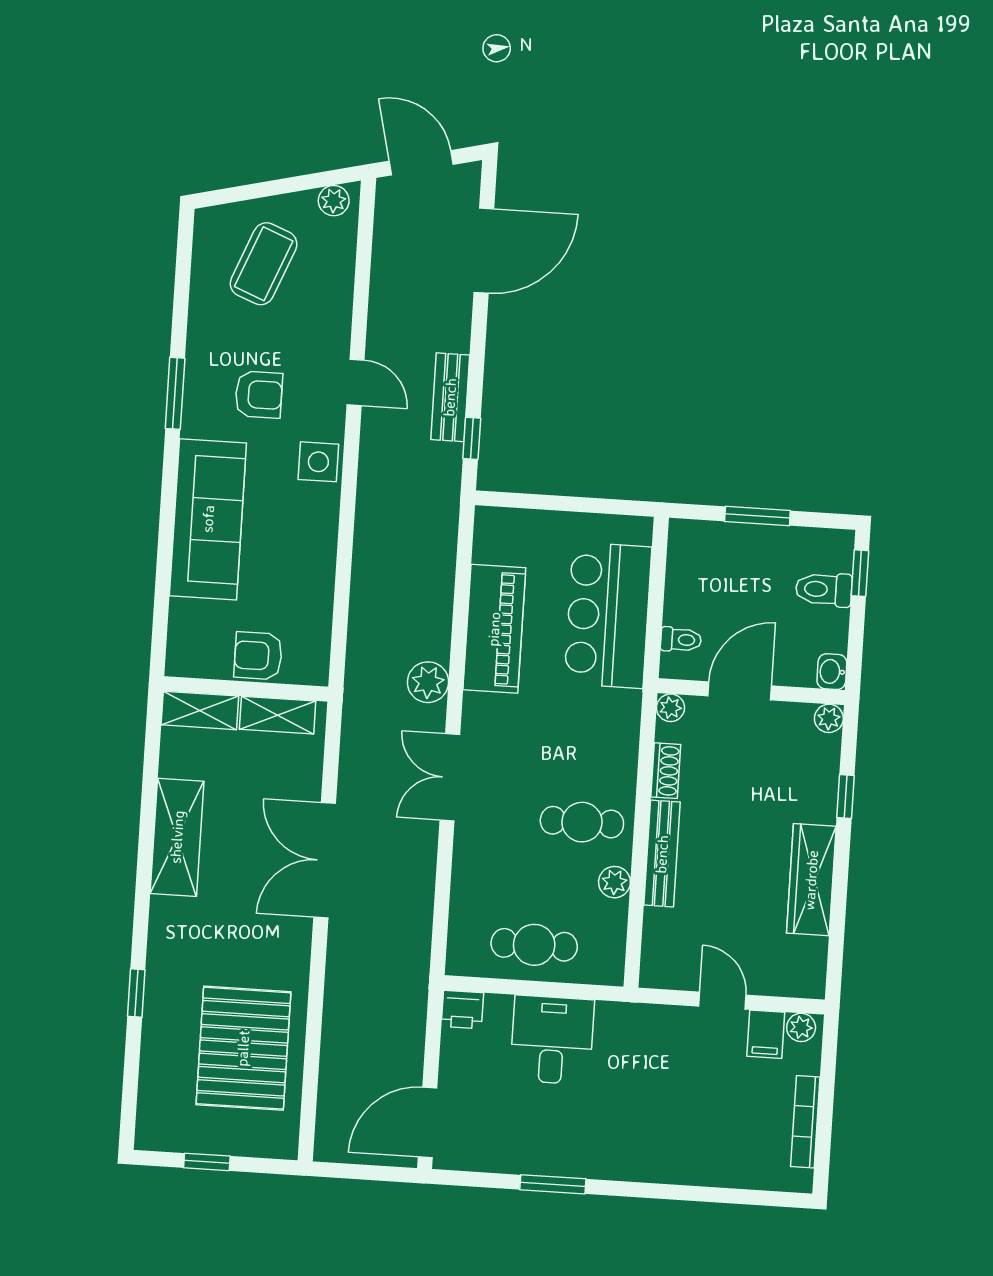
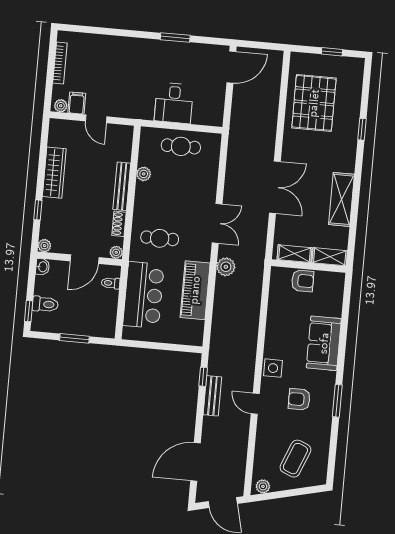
sofa: (208, 519) -> (324, 343), width x0.73
cafe table: (582, 822) -> (160, 238), moved
printer: (462, 1010) -> (214, 118), removed

